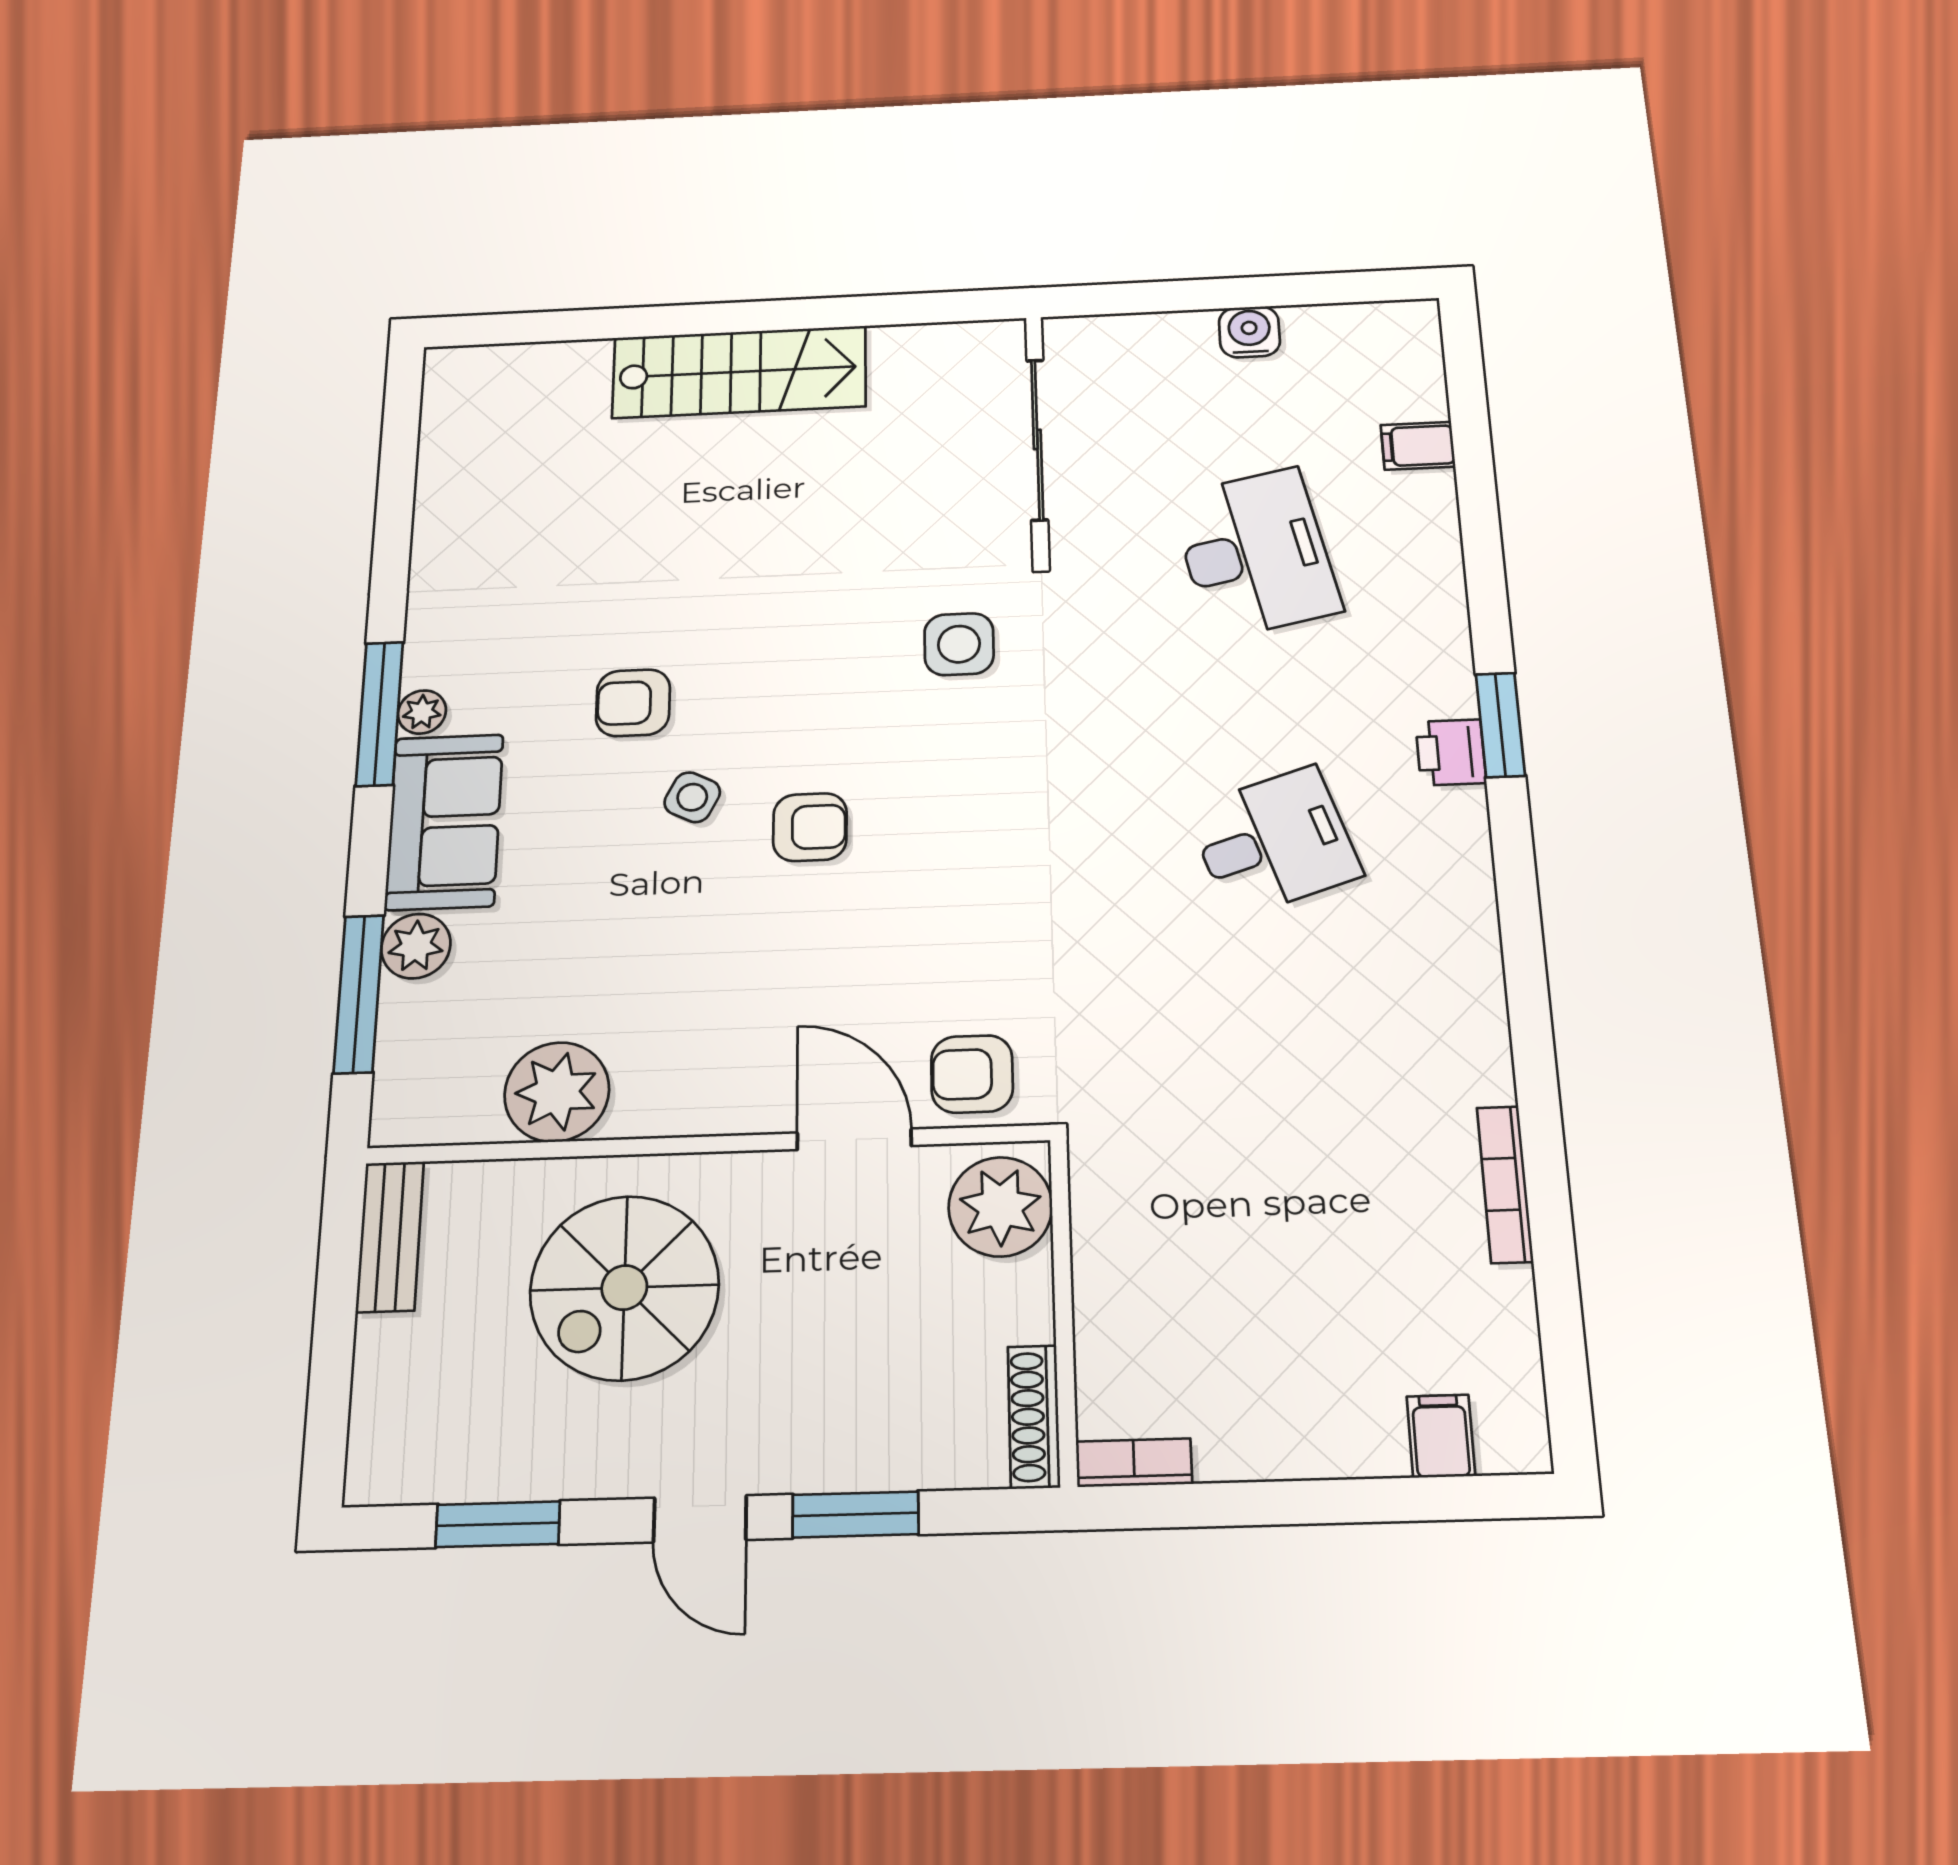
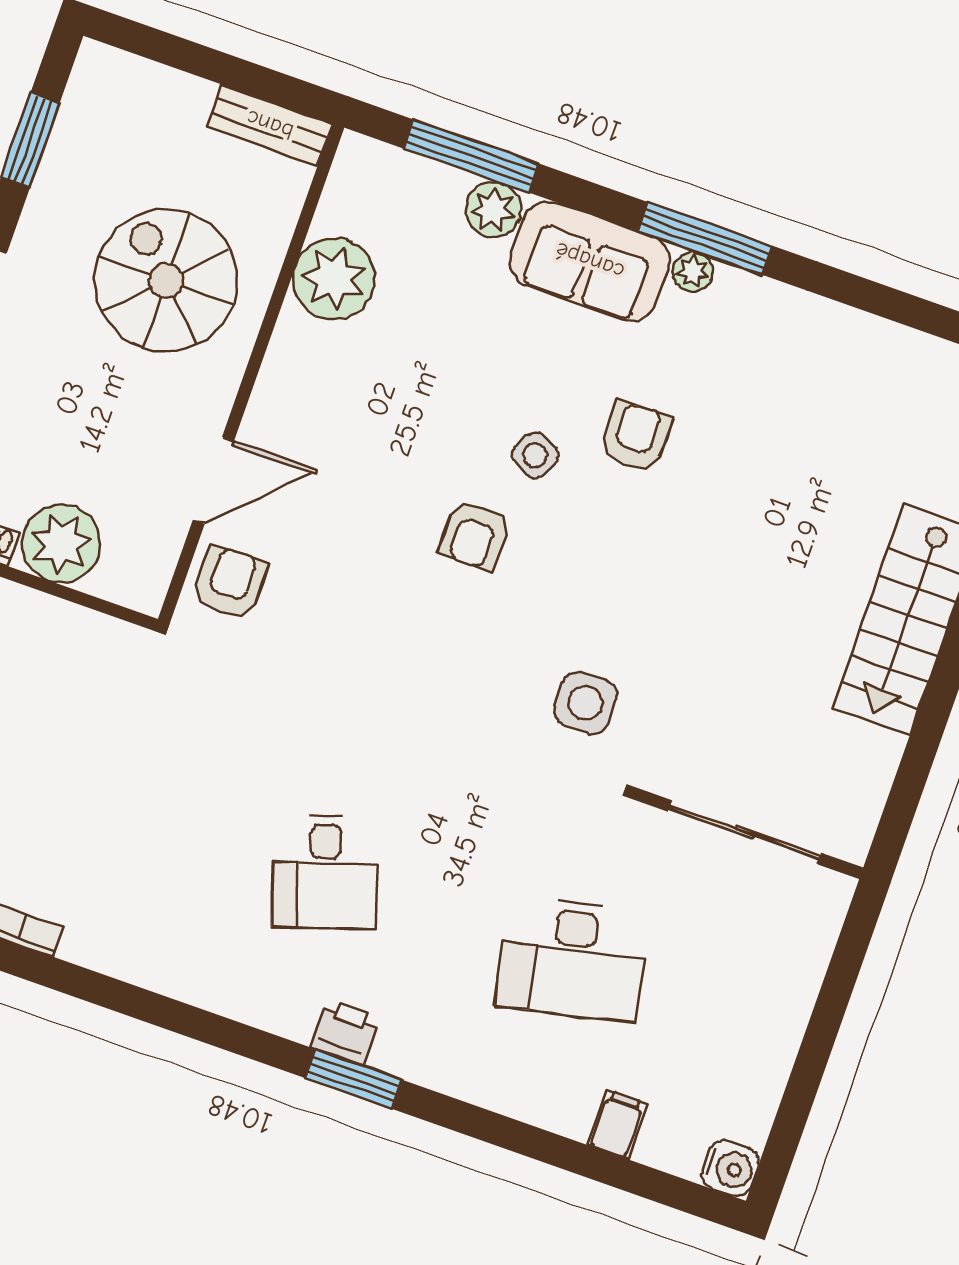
water cooler: (1249, 332) -> (730, 1168), moved
plant: (1000, 1207) -> (61, 544), moved

